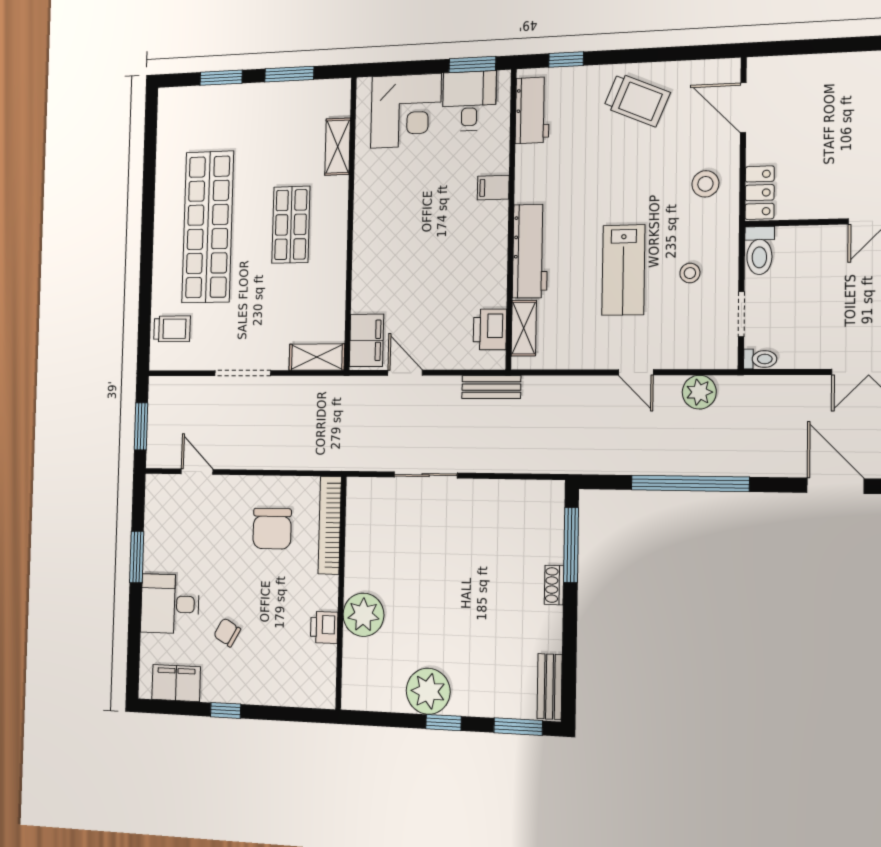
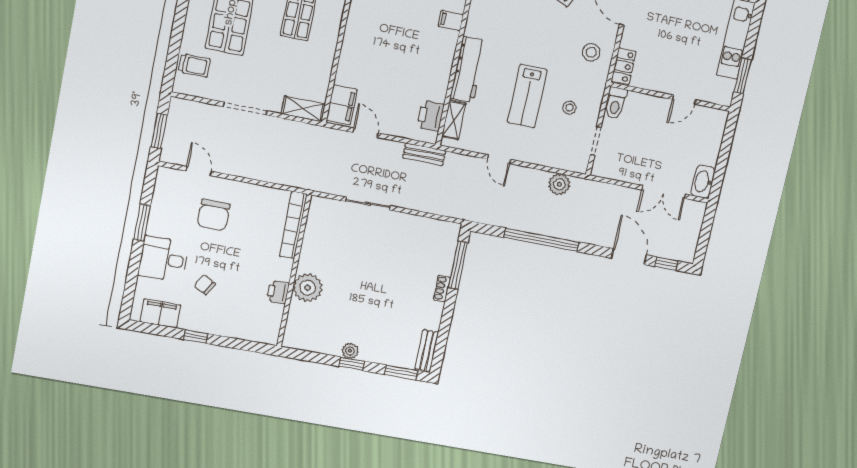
toilet: (760, 359) -> (601, 171), removed
door: (636, 372) -> (499, 159), moved
chair: (272, 529) -> (214, 215), moved
plant: (428, 691) -> (350, 351), width x0.53, depth x0.53

